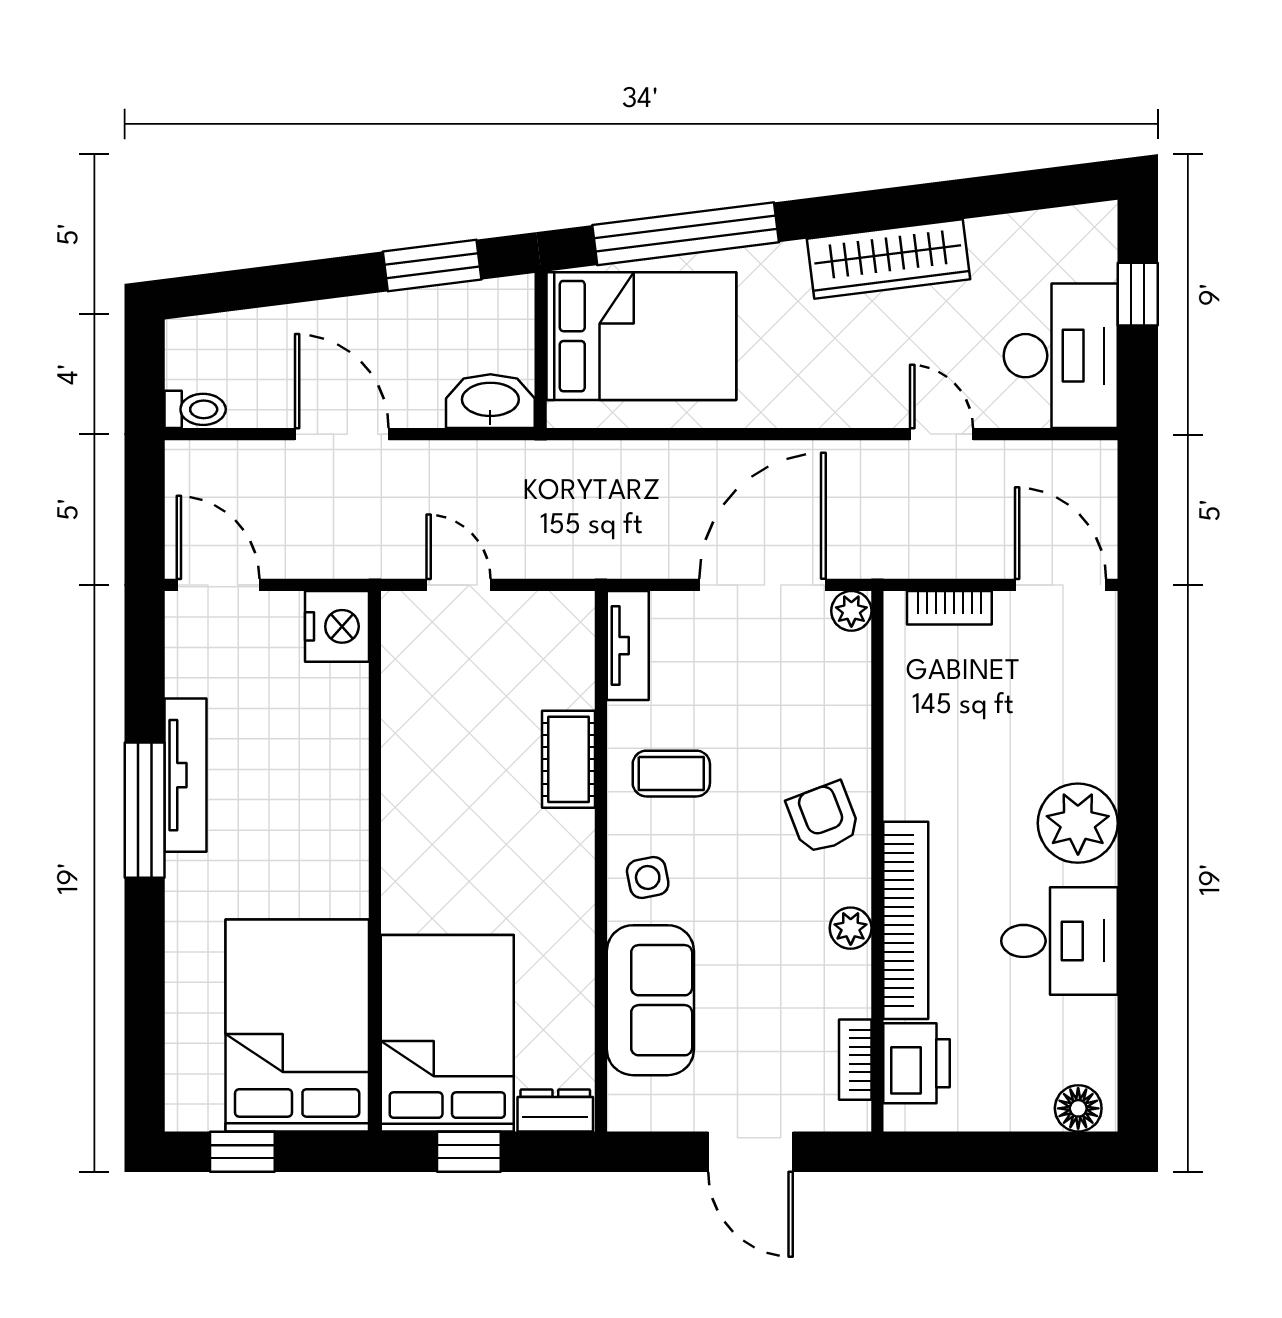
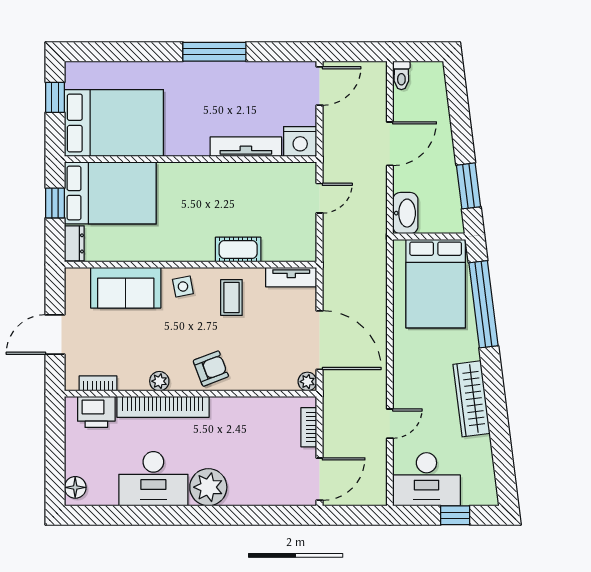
tv unit: (186, 775) -> (246, 147), moved, turned 180
desk: (1059, 941) -> (153, 479), width x1.37

